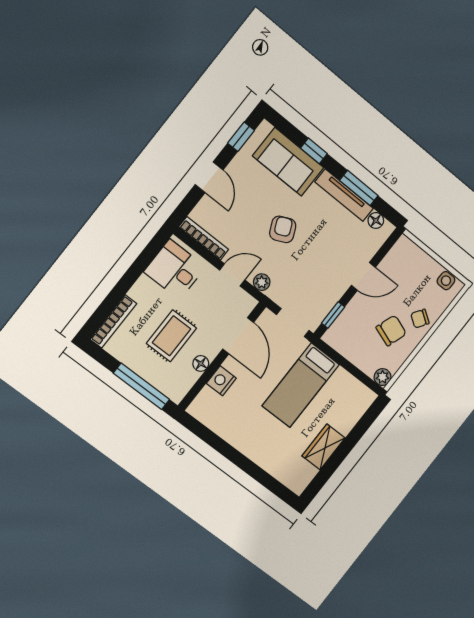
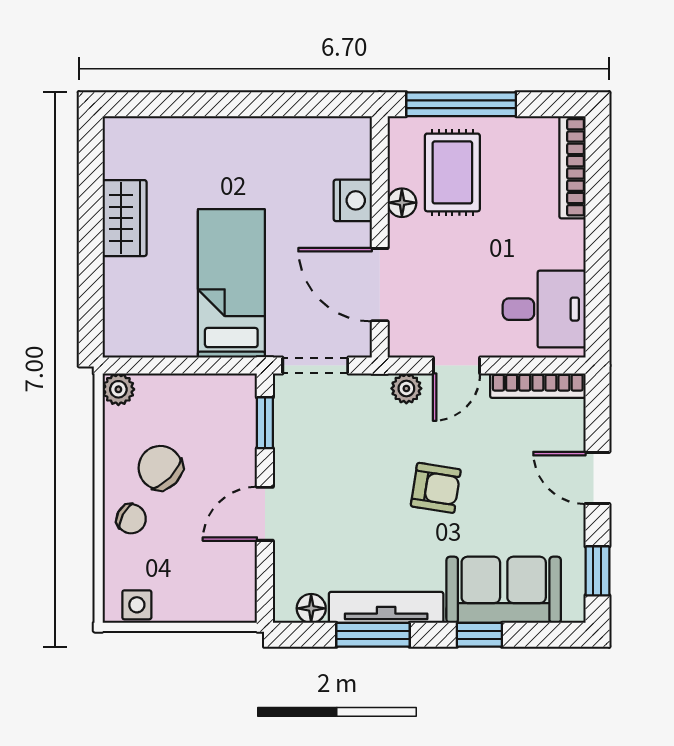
armchair: (283, 229) -> (436, 488), turned -56
chair: (420, 319) -> (131, 519), turned 84
chair: (391, 330) -> (160, 468), turned 115
rug: (172, 336) -> (452, 172), moved

